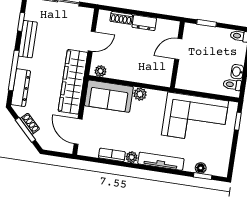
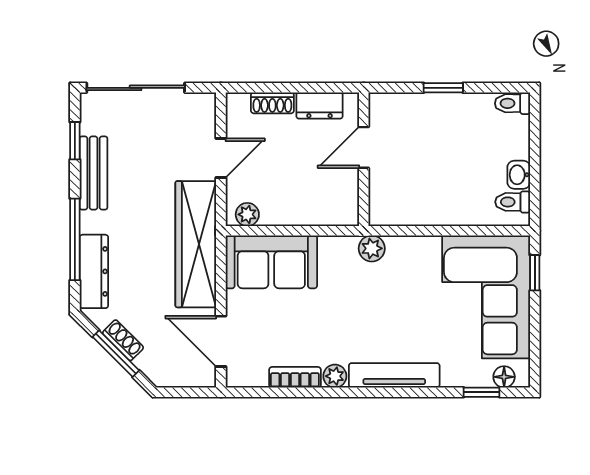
door: (178, 49) -> (364, 147), moved
wall: (177, 55) -> (364, 159), moved
plant: (140, 94) -> (372, 248), moved
corner sofa: (195, 118) -> (486, 297), moved, turned 90
floor lamp: (201, 168) -> (504, 377), moved

